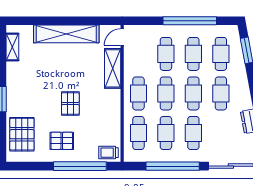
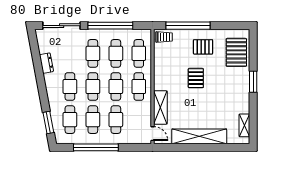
door: (122, 37) -> (152, 134), hinge flipped

